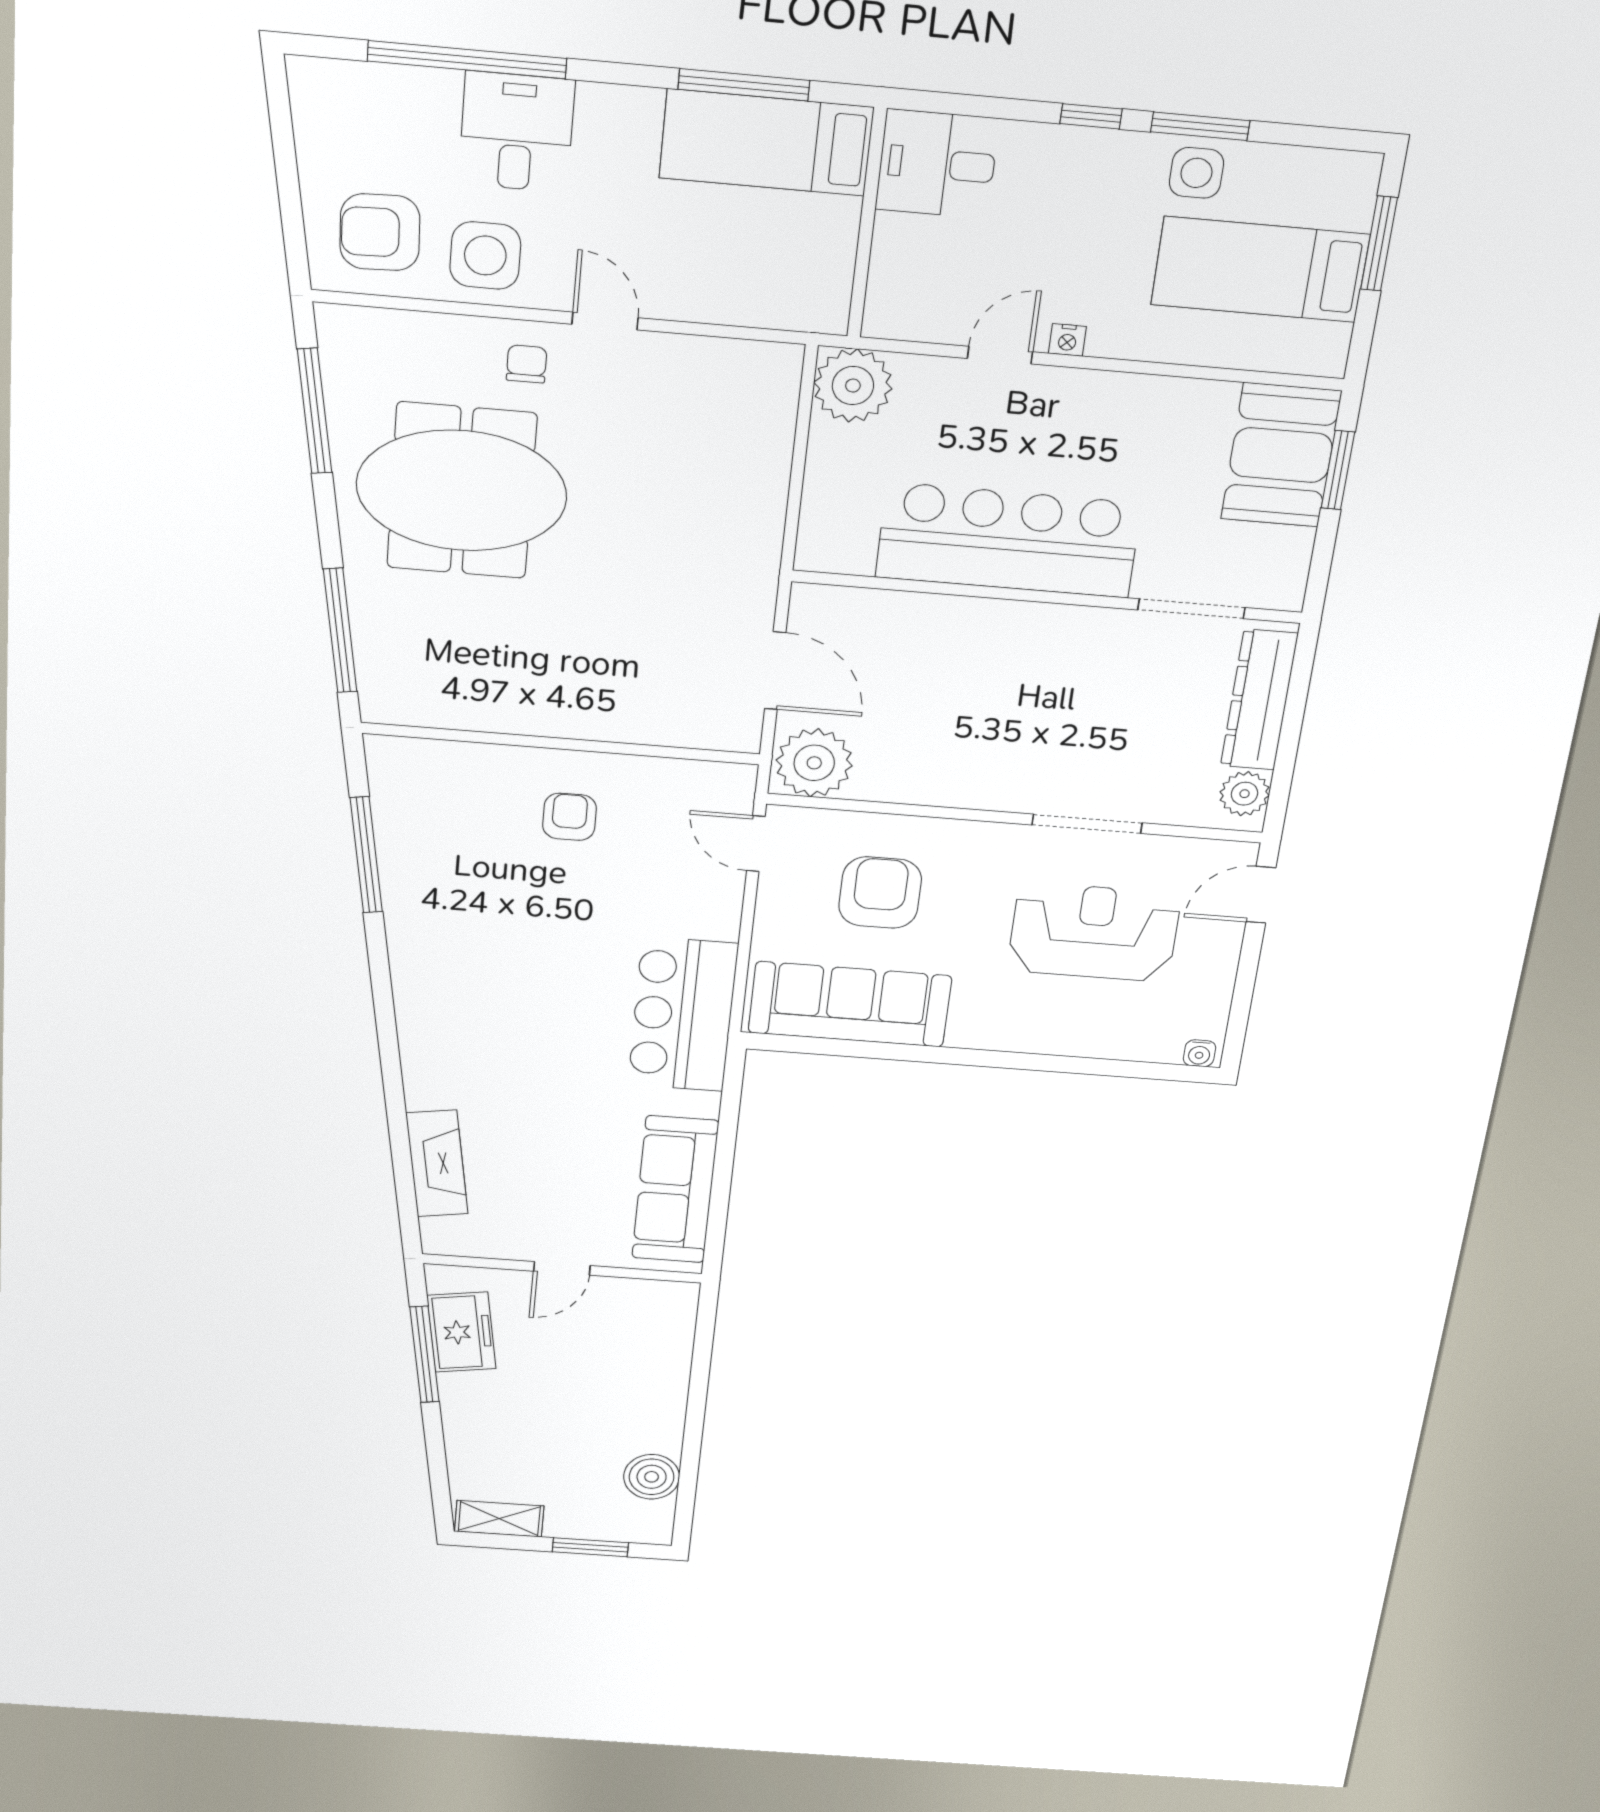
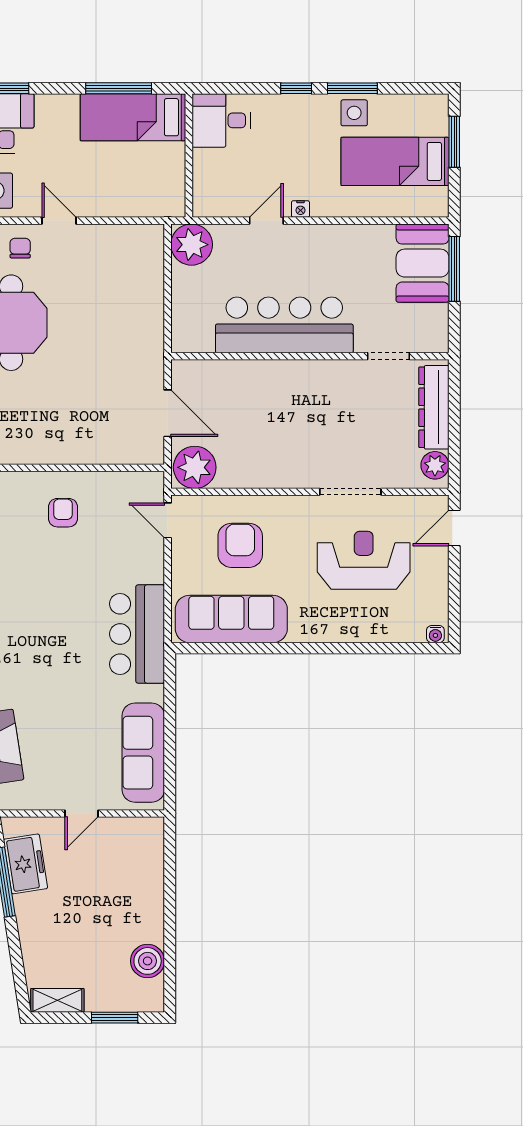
window: (1338, 470) -> (454, 269), width x1.44
doorway: (1191, 609) -> (389, 356), width x0.73

